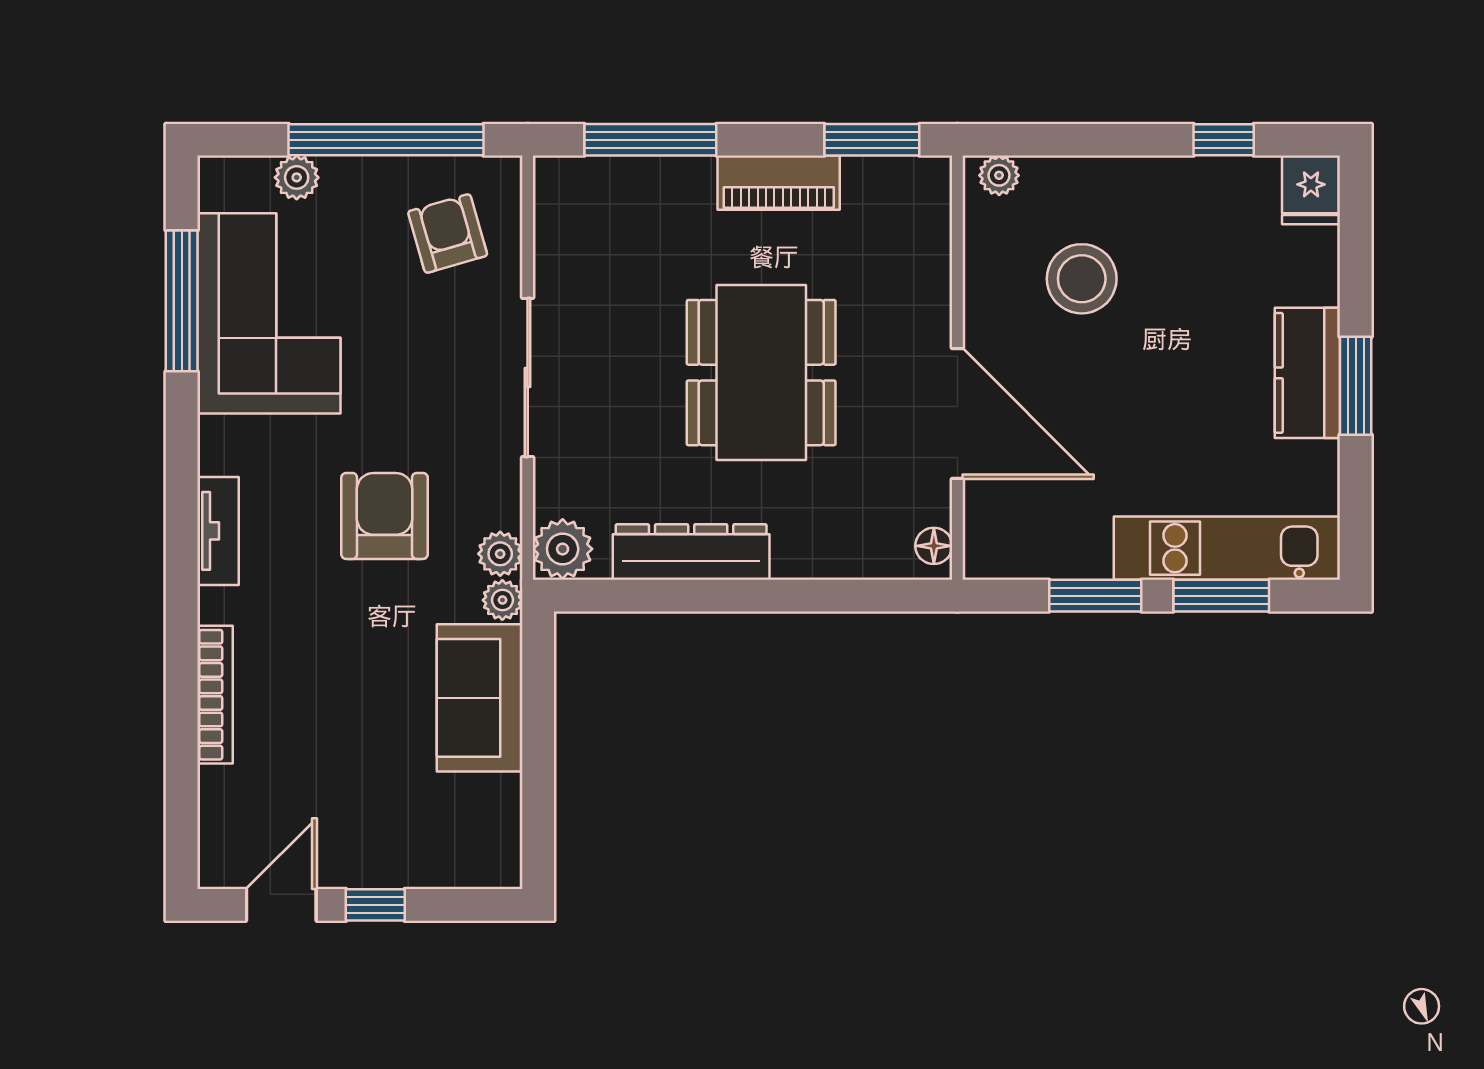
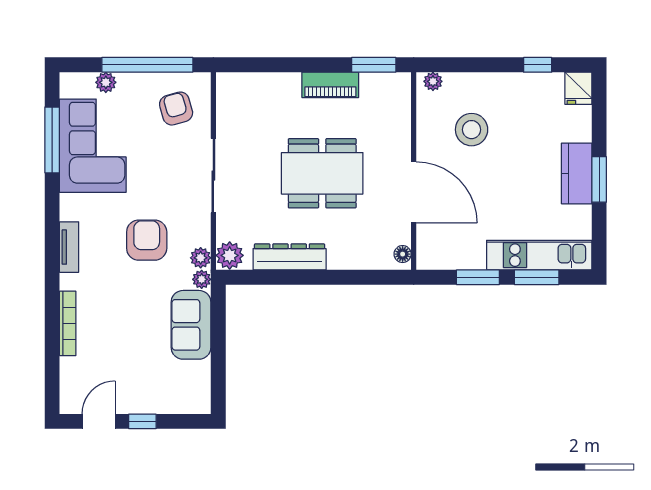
window: (650, 140) -> (271, 65), removed
dining table: (761, 373) -> (322, 173), turned 90

